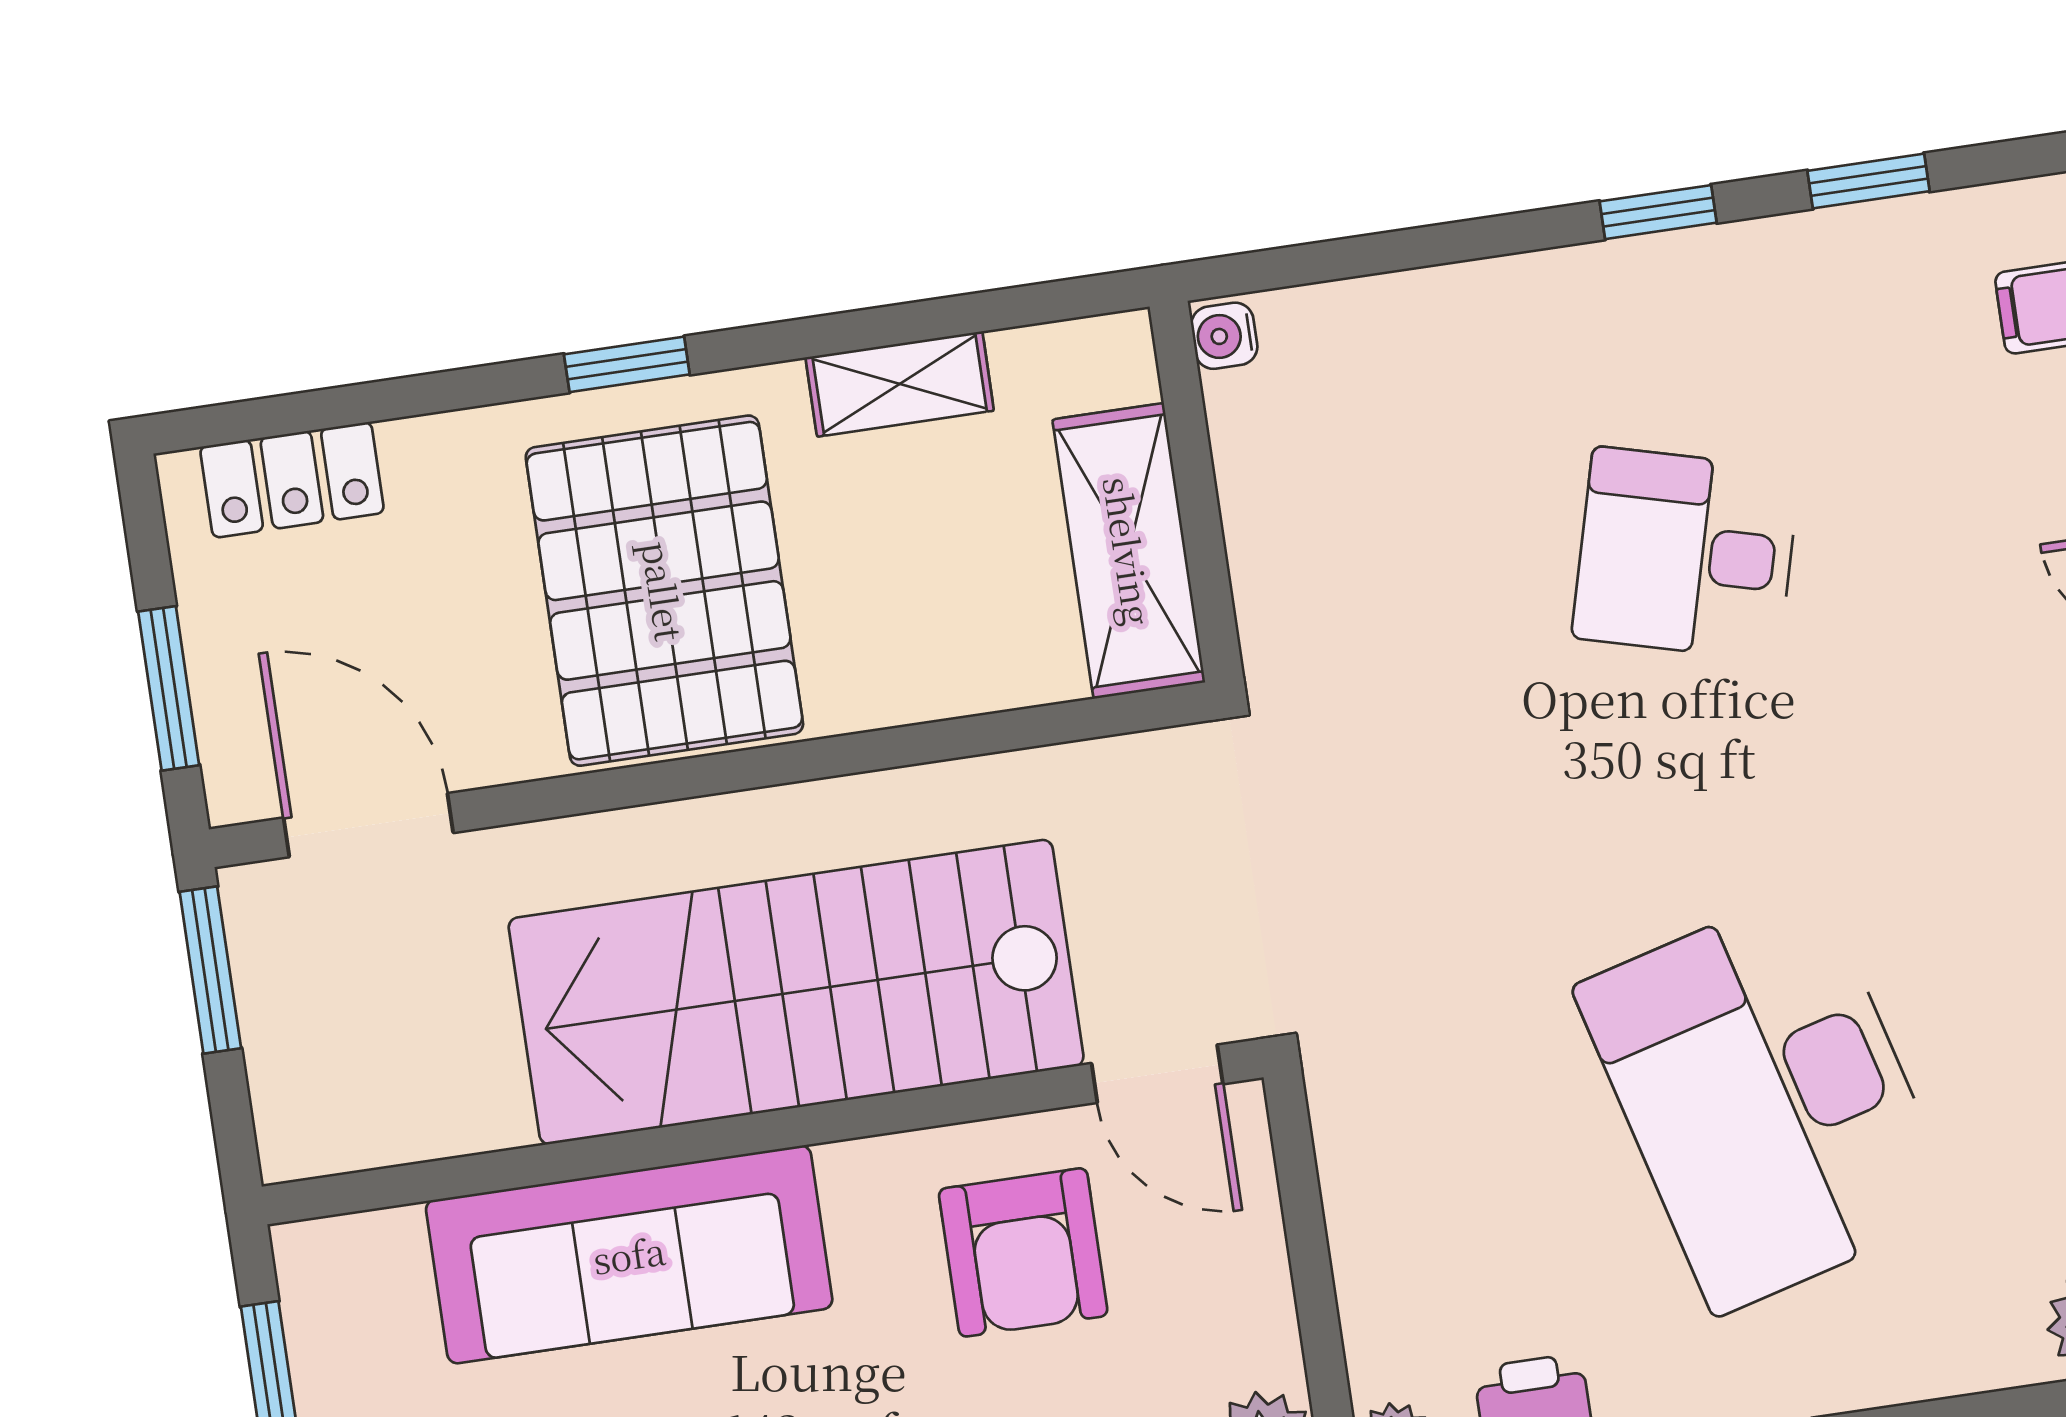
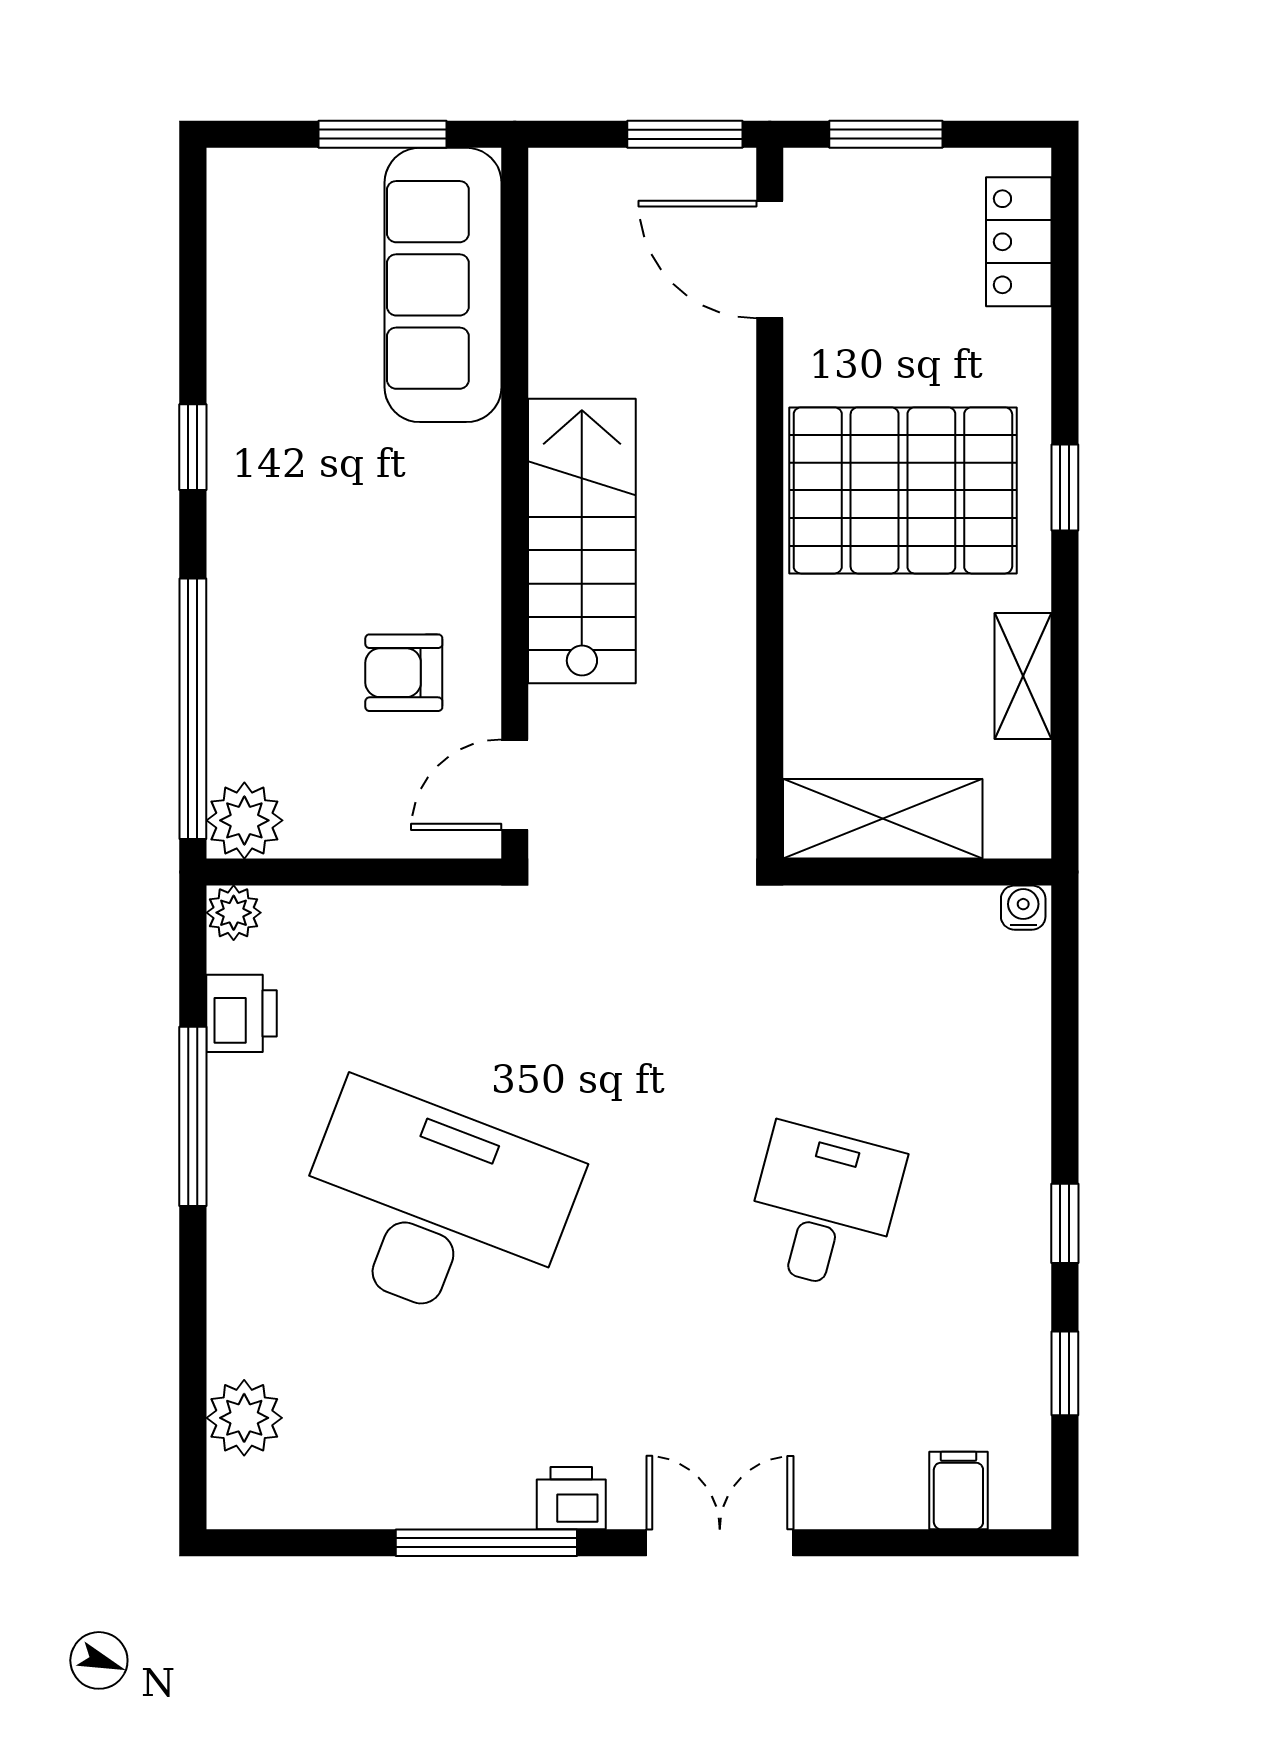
door: (368, 825) -> (770, 259), swing flipped
stairs: (796, 992) -> (582, 541), width x0.73, depth x0.66
desk: (1766, 1099) -> (434, 1207), turned 36
armchair: (1023, 1252) -> (404, 673), width x0.72, depth x0.72
sofa: (629, 1254) -> (443, 285), moved

